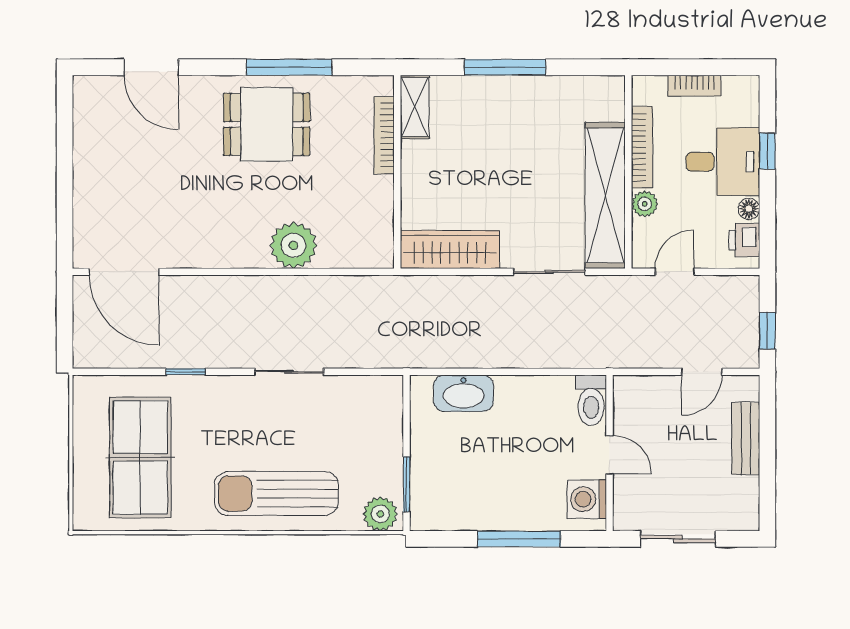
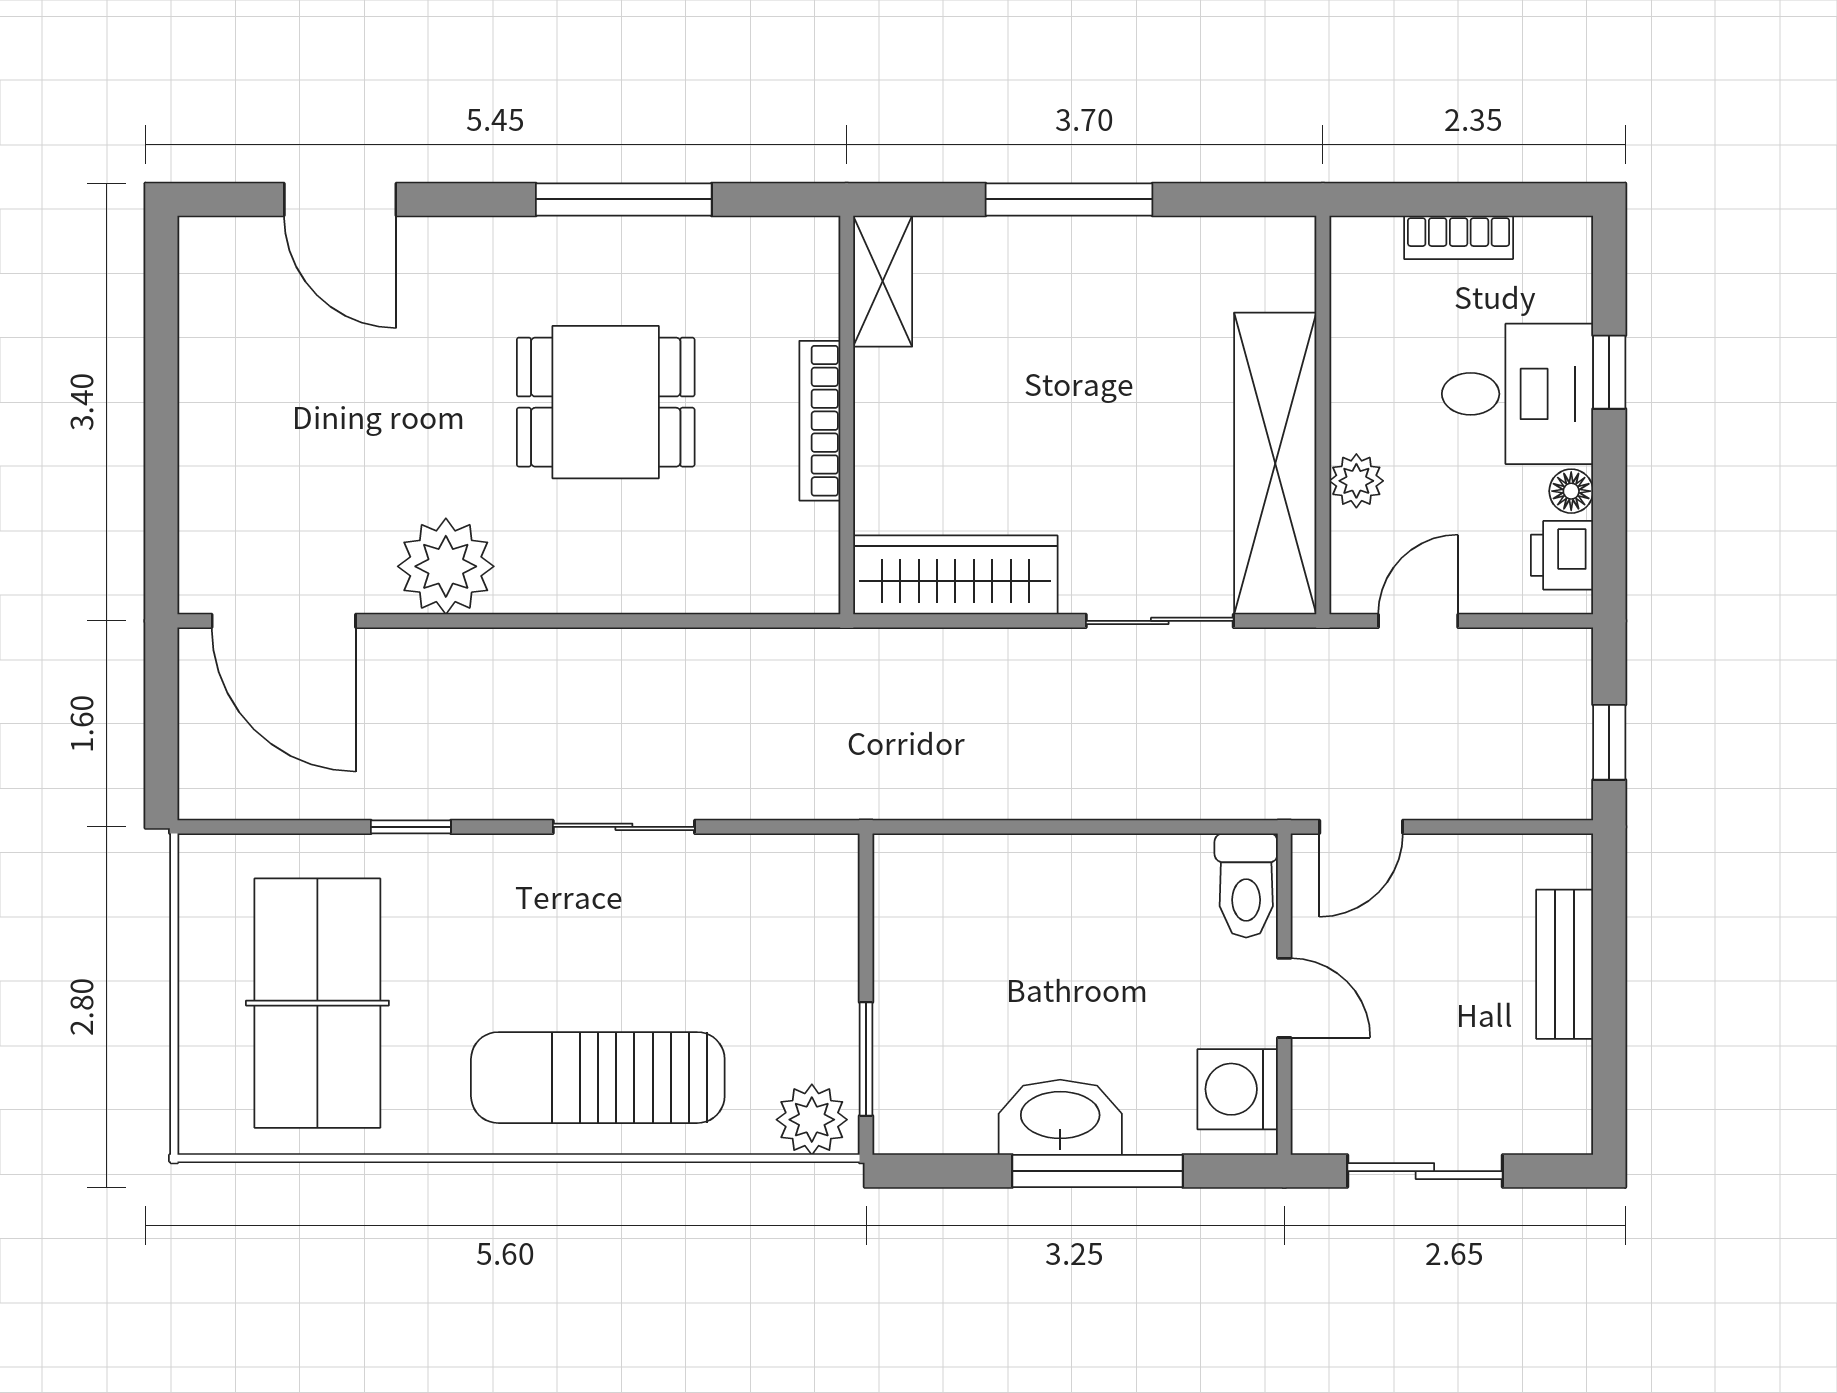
dining table: (267, 124) -> (606, 402), moved
bookcase: (384, 135) -> (820, 421), moved
bookcase: (642, 147) -> (1351, 364), removed
plant: (293, 245) -> (446, 566), moved
door: (702, 372) -> (1361, 827), moved
washbasin: (463, 393) -> (1060, 1117), moved, turned 180

